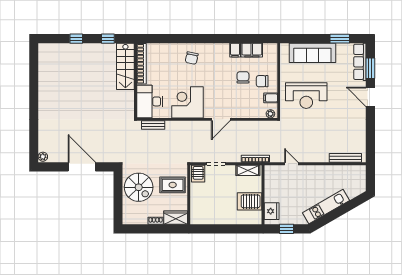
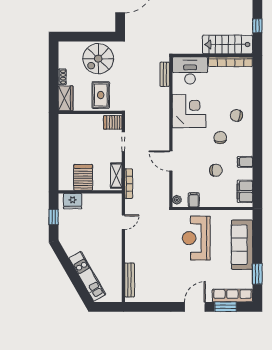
filing cabinet: (252, 50) -> (245, 191), moved
chair: (262, 81) -> (220, 138), moved
door: (221, 119) -> (171, 161), moved
kitchen unit: (326, 207) -> (87, 276), moved

